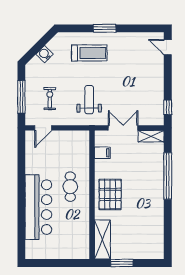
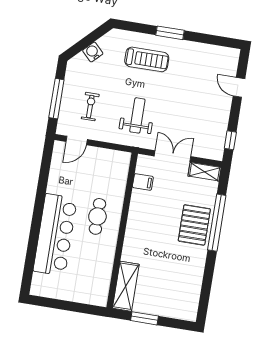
door: (168, 47) -> (239, 87), moved
pallet: (110, 194) -> (194, 225), moved

